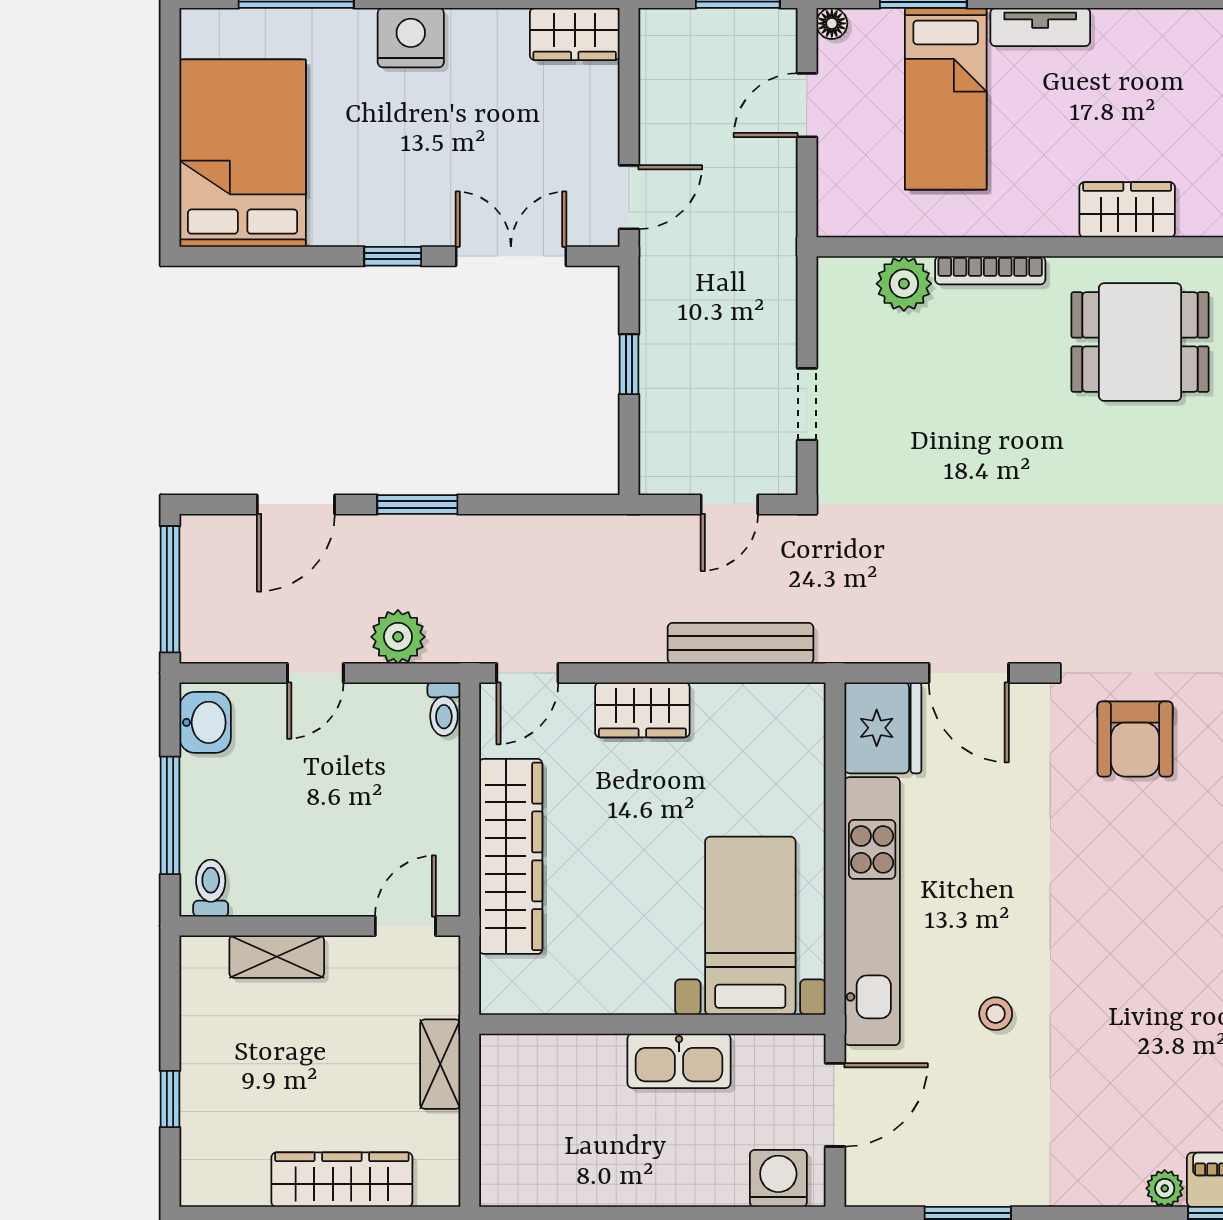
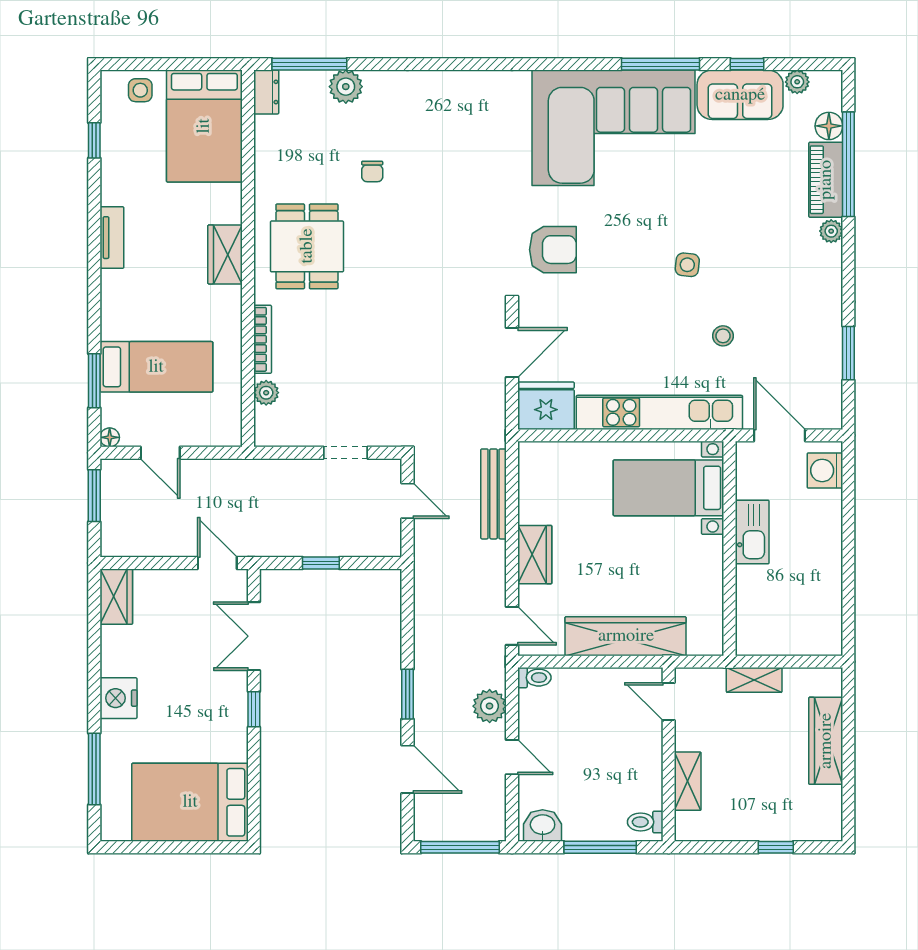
tv unit: (1040, 27) -> (112, 238), moved
plant: (904, 284) -> (266, 393), width x0.73, depth x0.73
side table: (1110, 956) -> (687, 265), added

